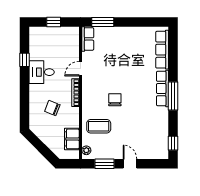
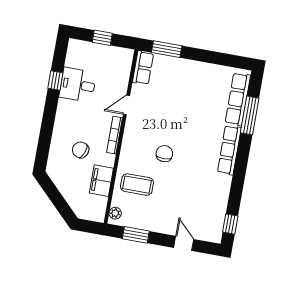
desk: (42, 72) -> (78, 85), moved
window: (173, 96) -> (250, 115), moved
filing cabinet: (72, 139) -> (101, 181), moved
door: (130, 164) -> (184, 243), moved

